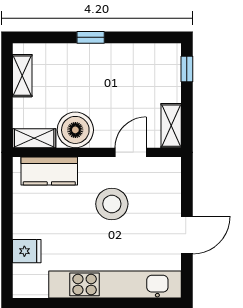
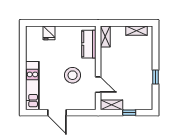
window: (91, 37) -> (156, 77), moved
window: (187, 69) -> (129, 113), moved
boiler: (75, 130) -> (109, 57), removed
kitchen unit: (115, 284) -> (32, 86), width x0.73

